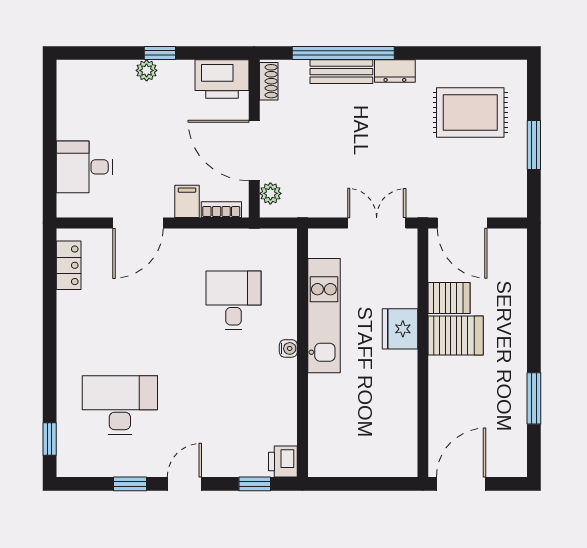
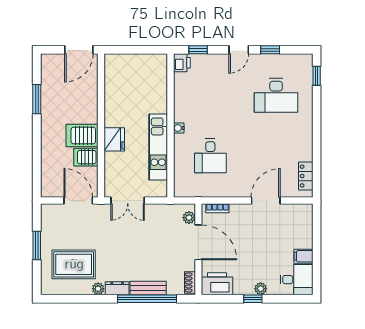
plant: (428, 70) -> (98, 289), added
desk: (84, 167) -> (297, 280), moved
filing cabinet: (187, 201) -> (303, 256), moved, turned 90

